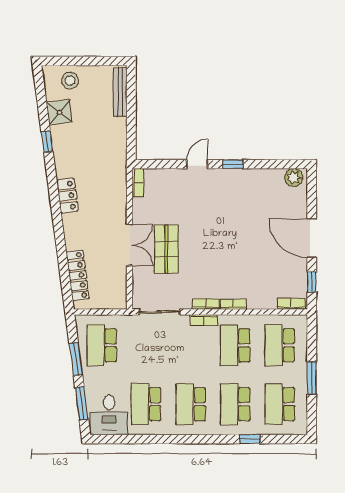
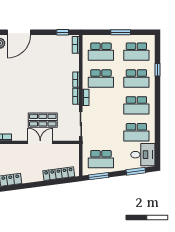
door: (312, 238) -> (19, 32), moved
window: (76, 359) -> (99, 176), moved

